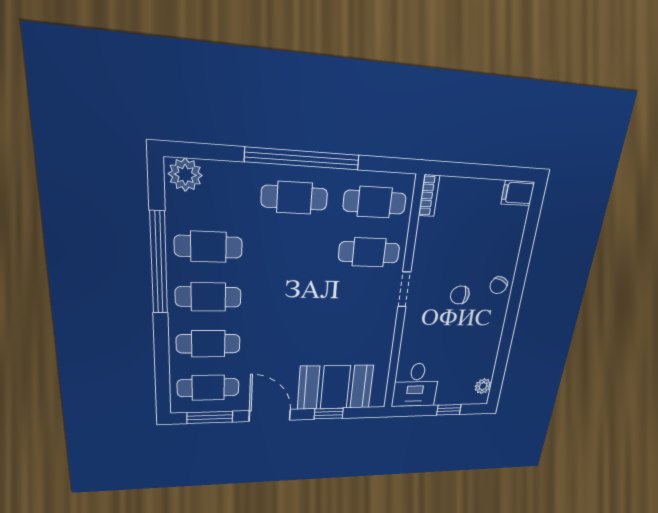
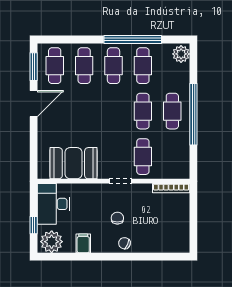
filing cabinet: (518, 193) -> (83, 243), moved
bookcase: (429, 196) -> (171, 188), width x1.56
cafe table: (375, 202) -> (143, 111), moved
desk: (416, 385) -> (53, 204), width x1.37
plant: (483, 386) -> (52, 242), width x1.87, depth x1.87
booth: (335, 387) -> (73, 163), moved, turned 90
window: (329, 414) -> (34, 142), removed

